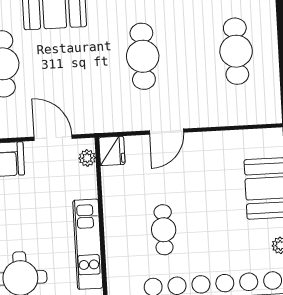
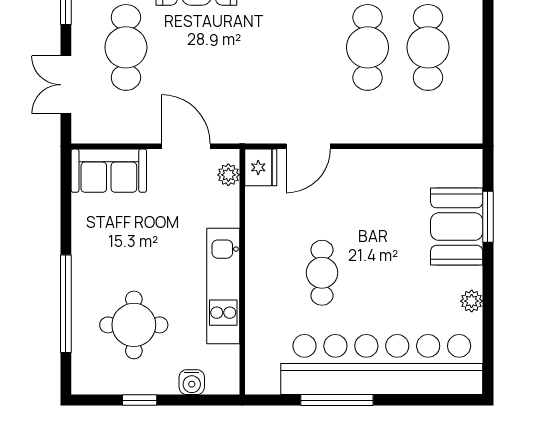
cafe table: (143, 56) -> (368, 47), moved
door: (166, 132) -> (308, 146), moved

